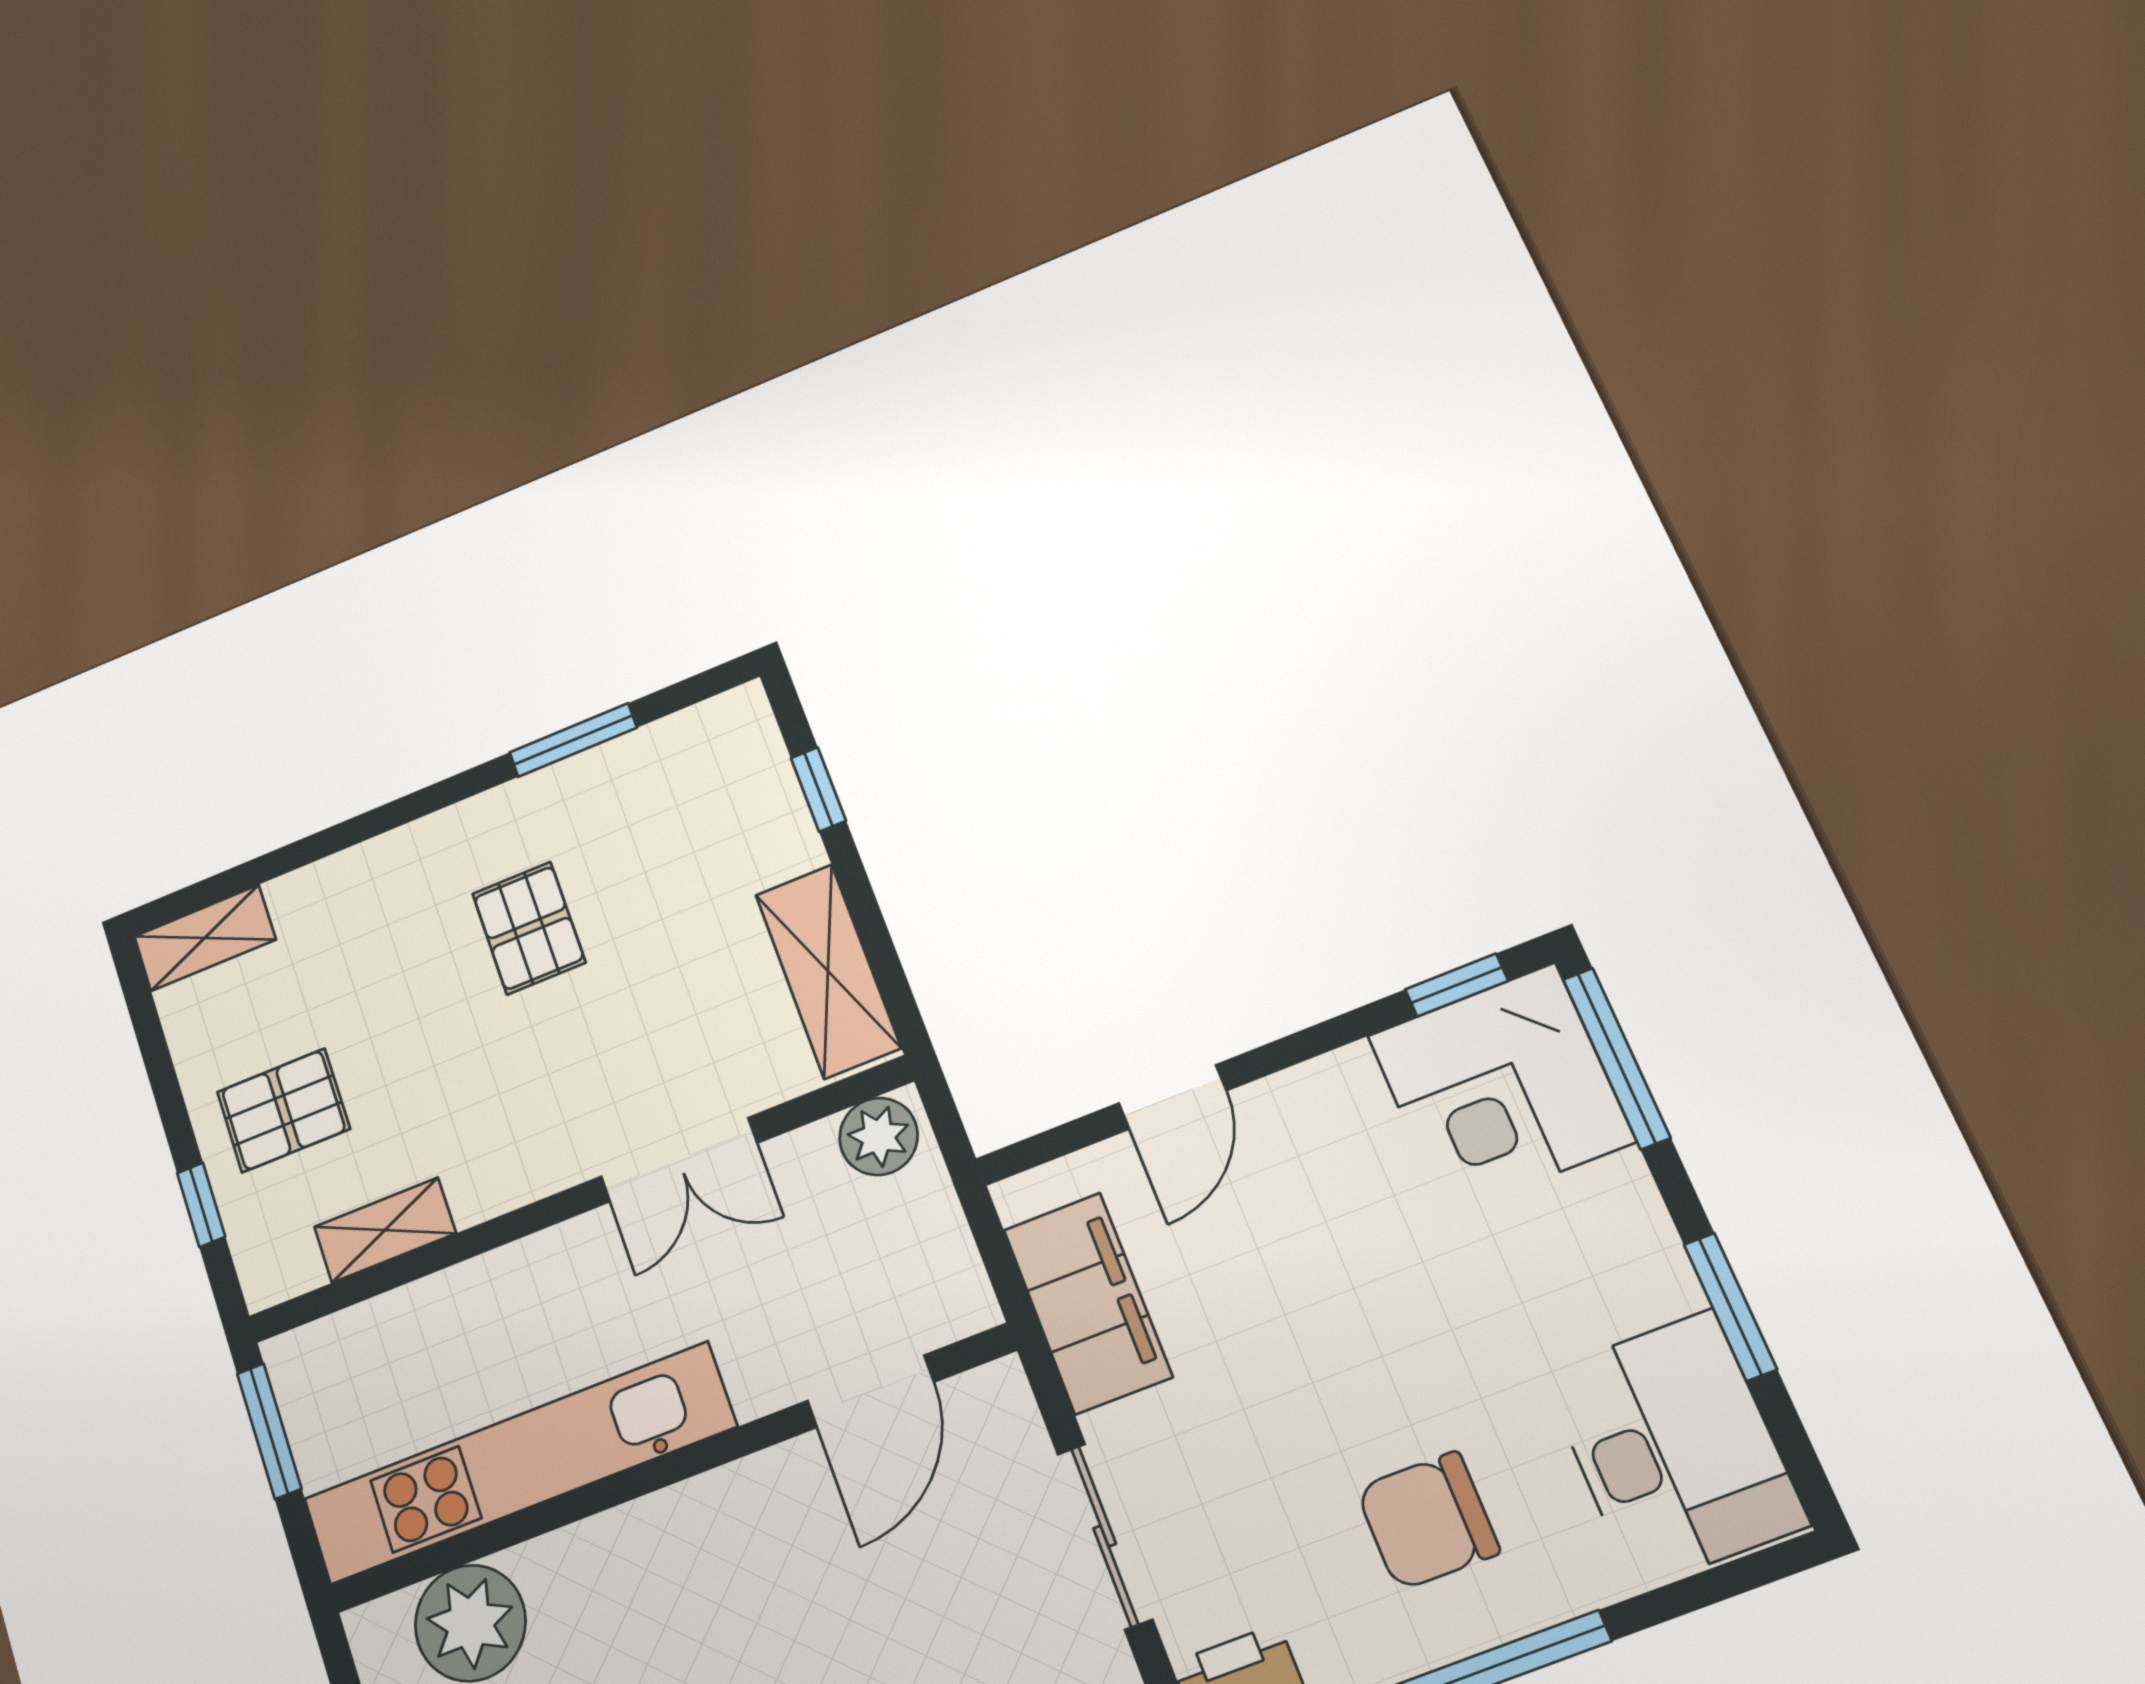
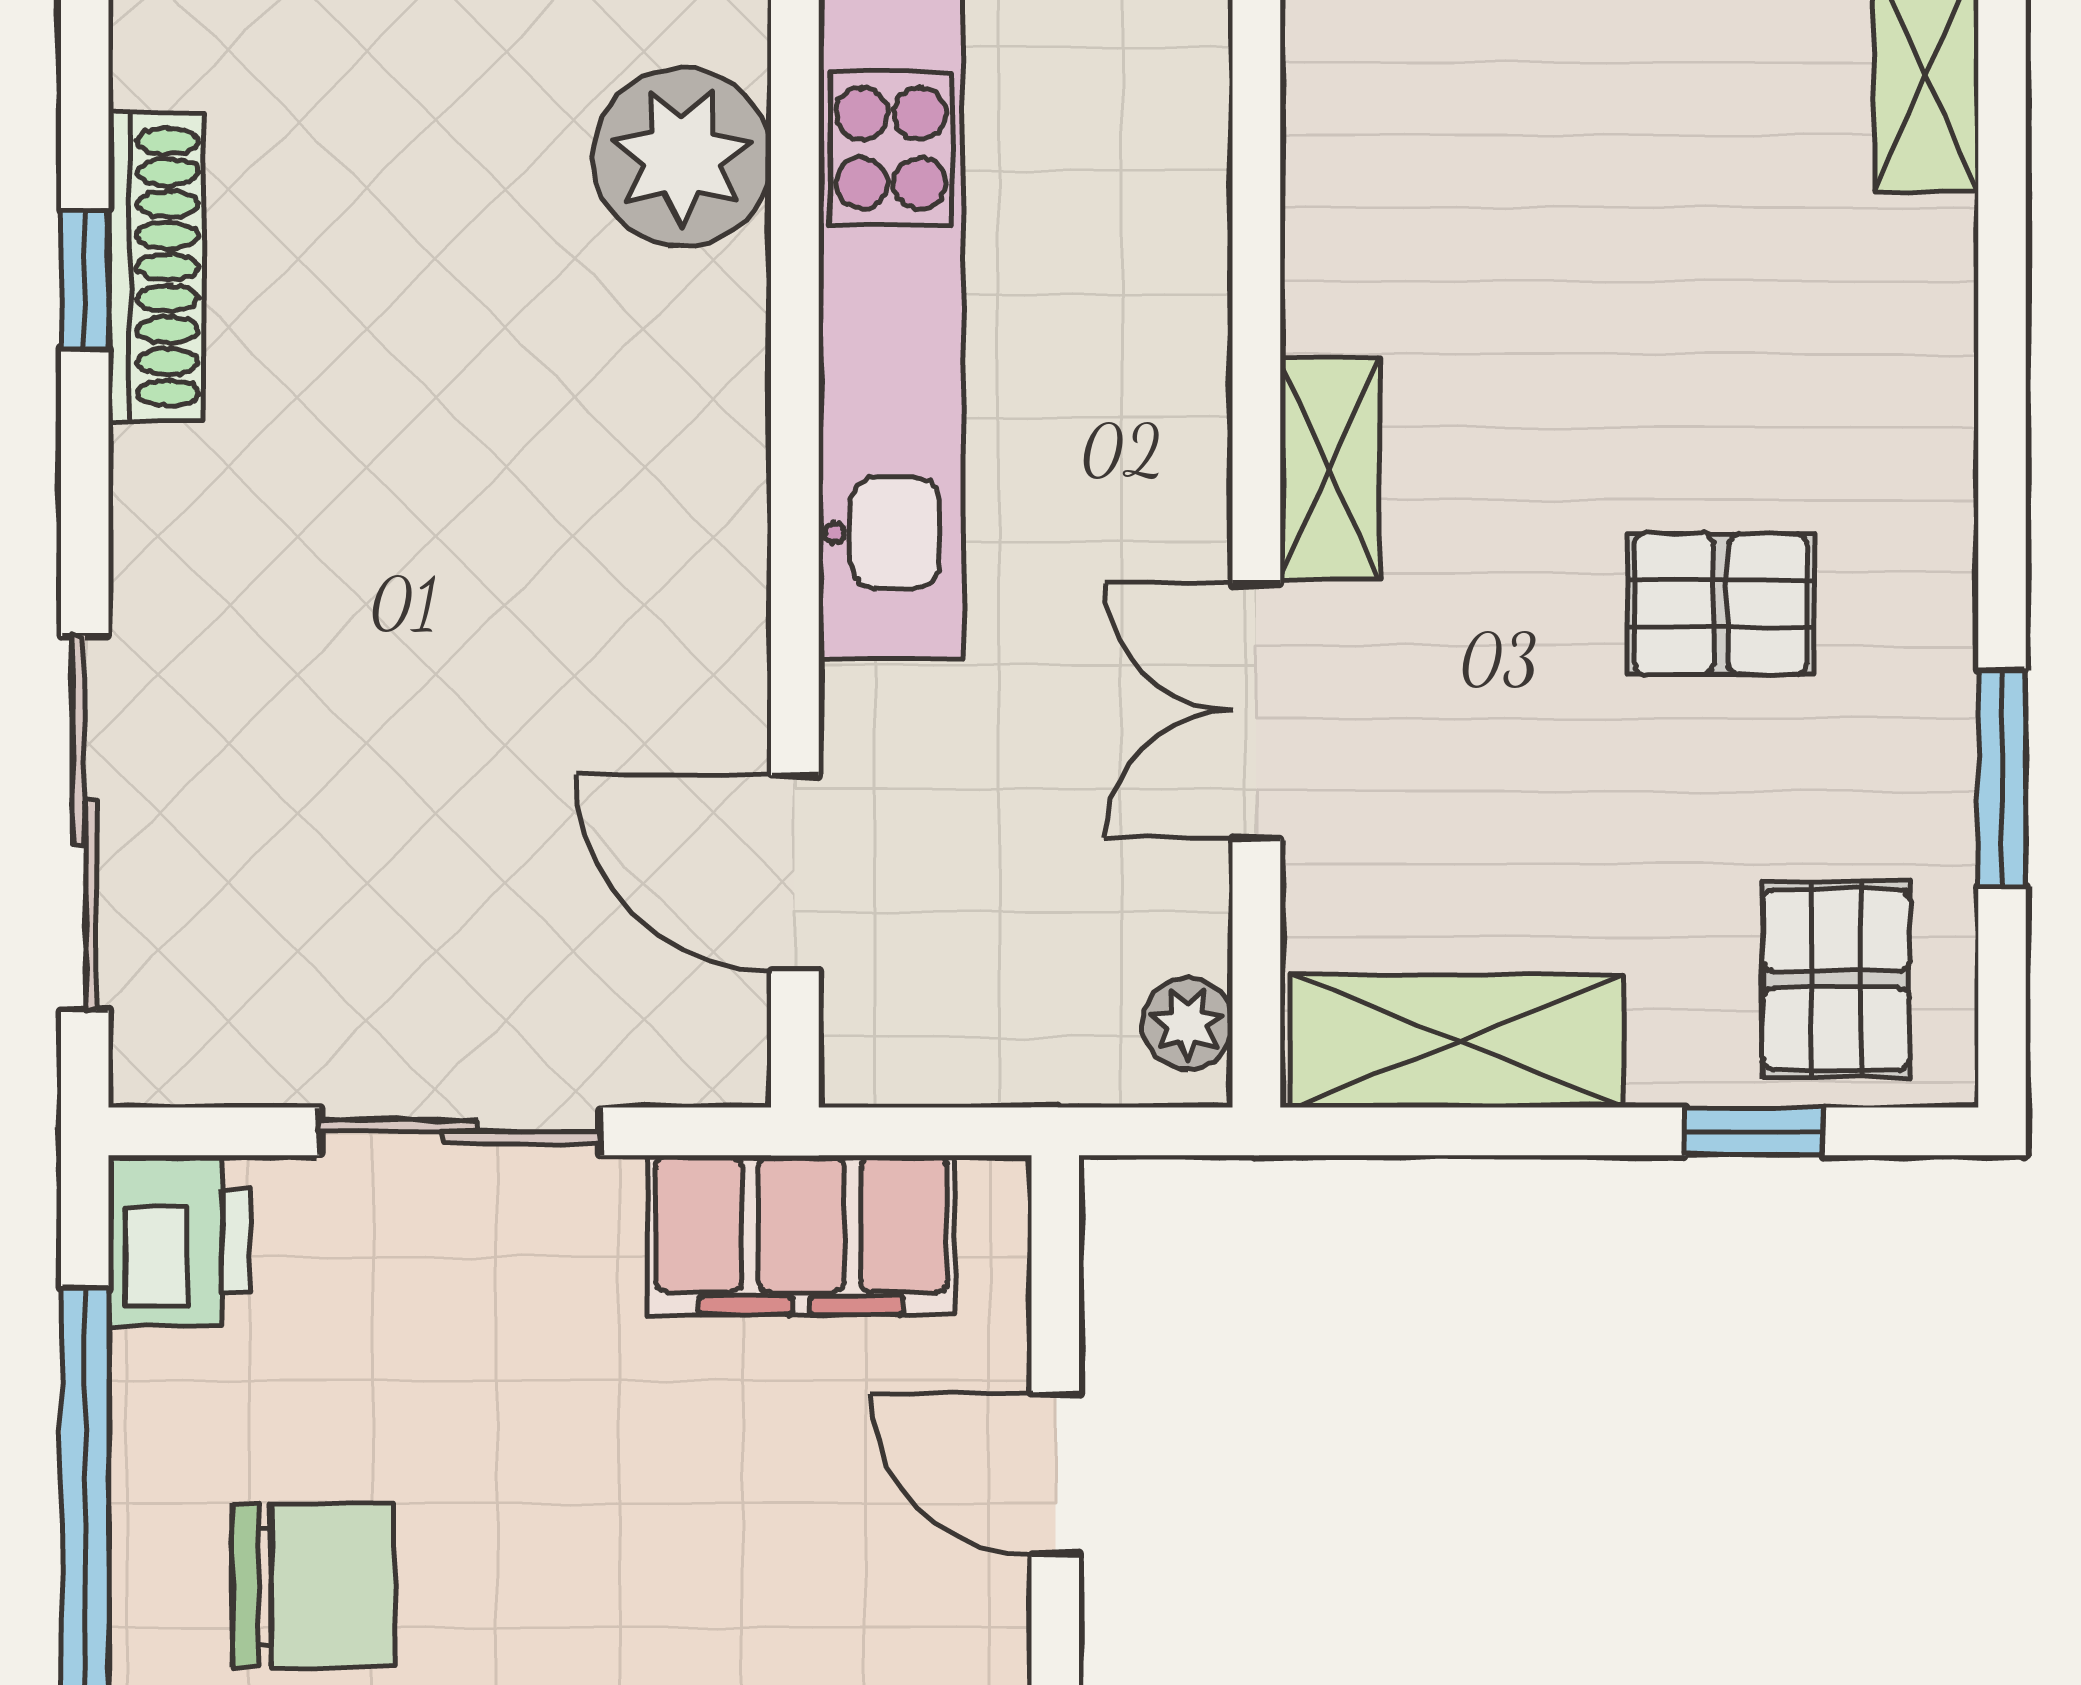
pallet: (283, 1110) -> (1836, 979), moved
plant: (879, 1136) -> (1187, 1024), width x0.73, depth x0.73
shelving: (385, 1230) -> (1330, 468), moved
chair: (1428, 1521) -> (313, 1586), turned 90

